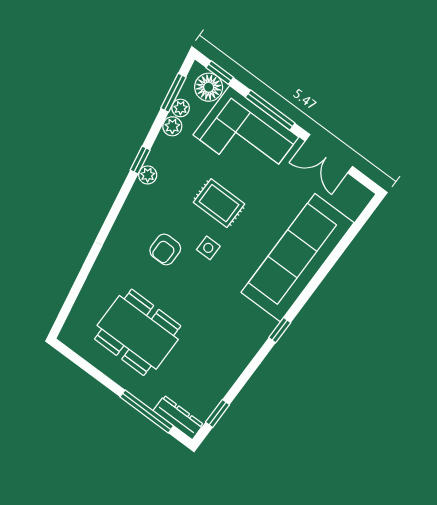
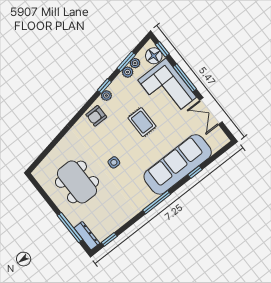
window: (173, 93) -> (126, 61), moved
side table: (208, 248) -> (114, 162), moved
armchair: (165, 249) -> (96, 116), moved
window: (330, 263) -> (195, 172), added
window: (280, 330) -> (157, 202), width x2.17

